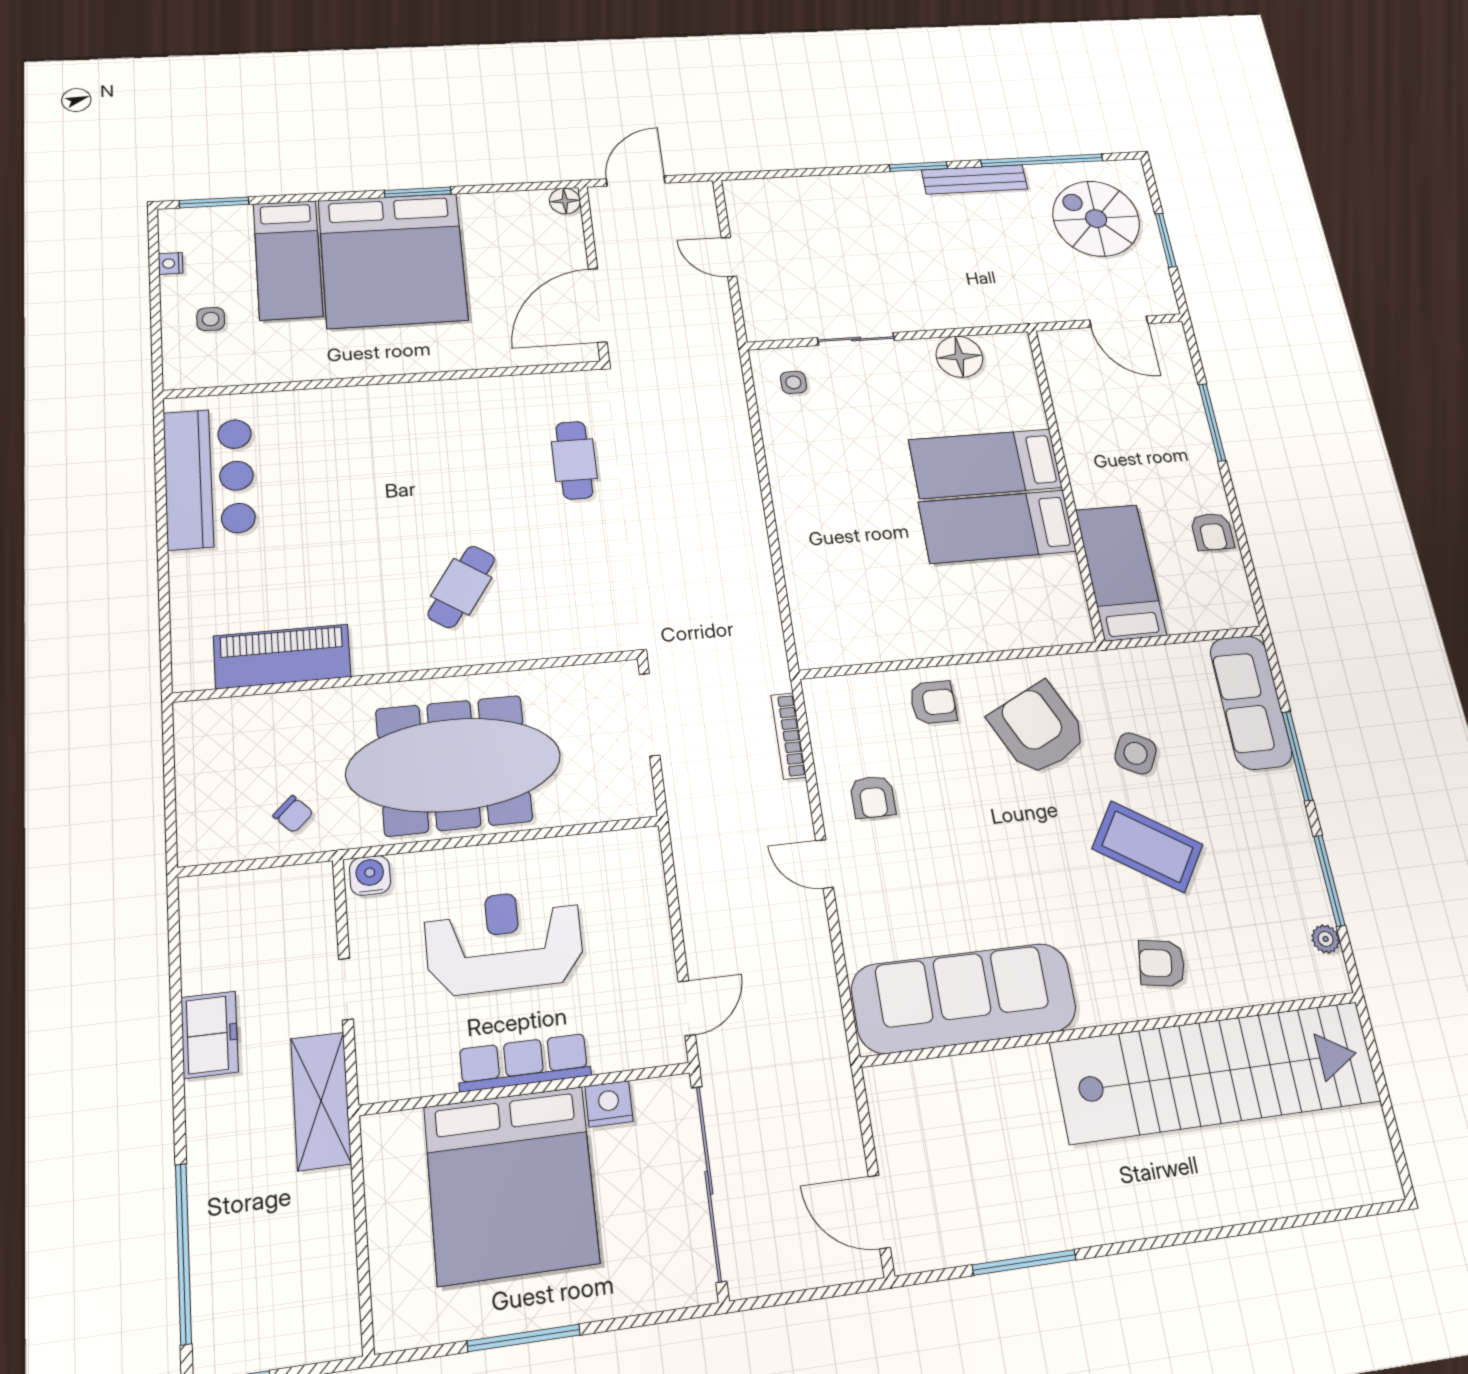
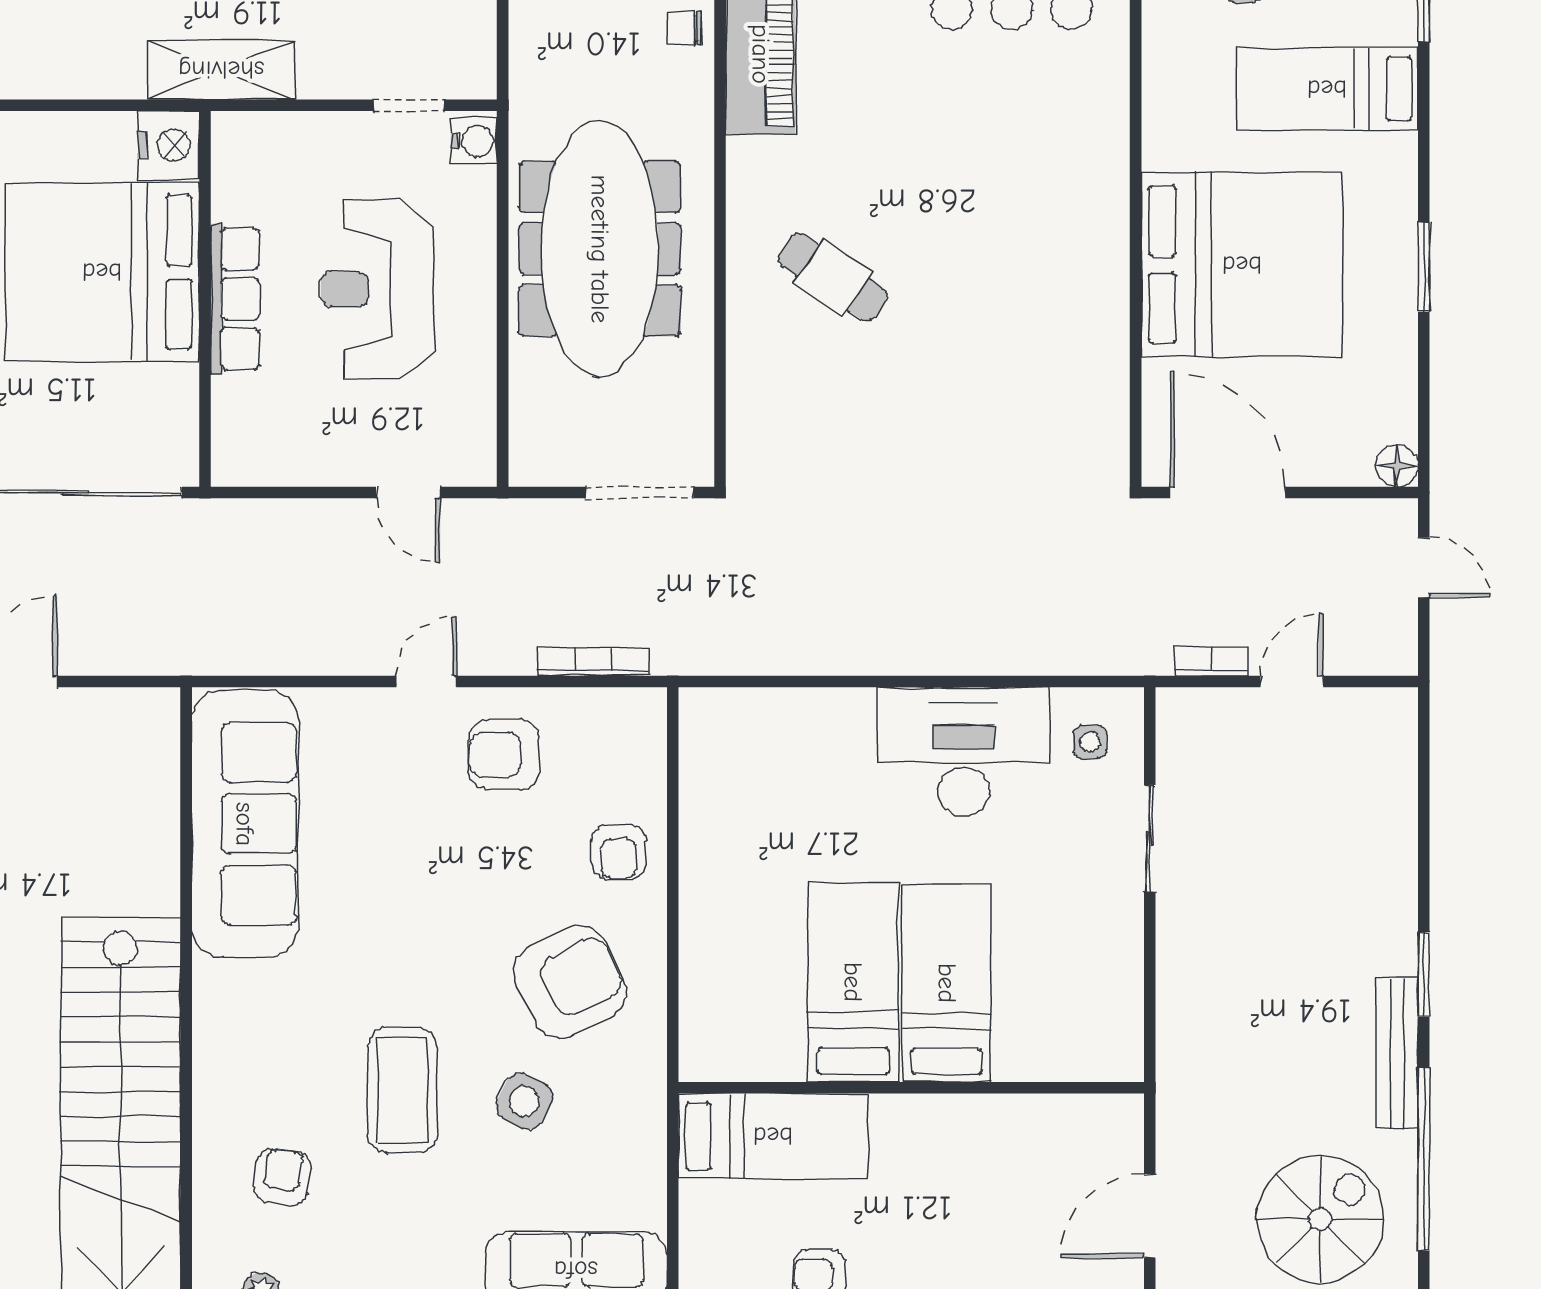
door: (636, 181) -> (1424, 568), width x0.73
bed: (393, 260) -> (1242, 265), moved, turned 180
bookcase: (722, 308) -> (1211, 661), added
floor lamp: (959, 357) -> (1112, 978), removed
cafe table: (574, 460) -> (998, 437), removed
desk: (815, 466) -> (963, 752), added
armchair: (873, 797) -> (504, 755), width x1.38, depth x1.38
chair: (293, 814) -> (685, 28), moved, turned 44
coffee table: (1147, 847) -> (402, 1090), turned -33
reception desk: (504, 942) -> (377, 289), turned 180
armchair: (1162, 963) -> (282, 1177), moved
doorway: (346, 989) -> (409, 105), moved
door: (687, 1008) -> (408, 493), moved
nightstand: (609, 1104) -> (169, 145), moved, width x1.36, depth x1.33

